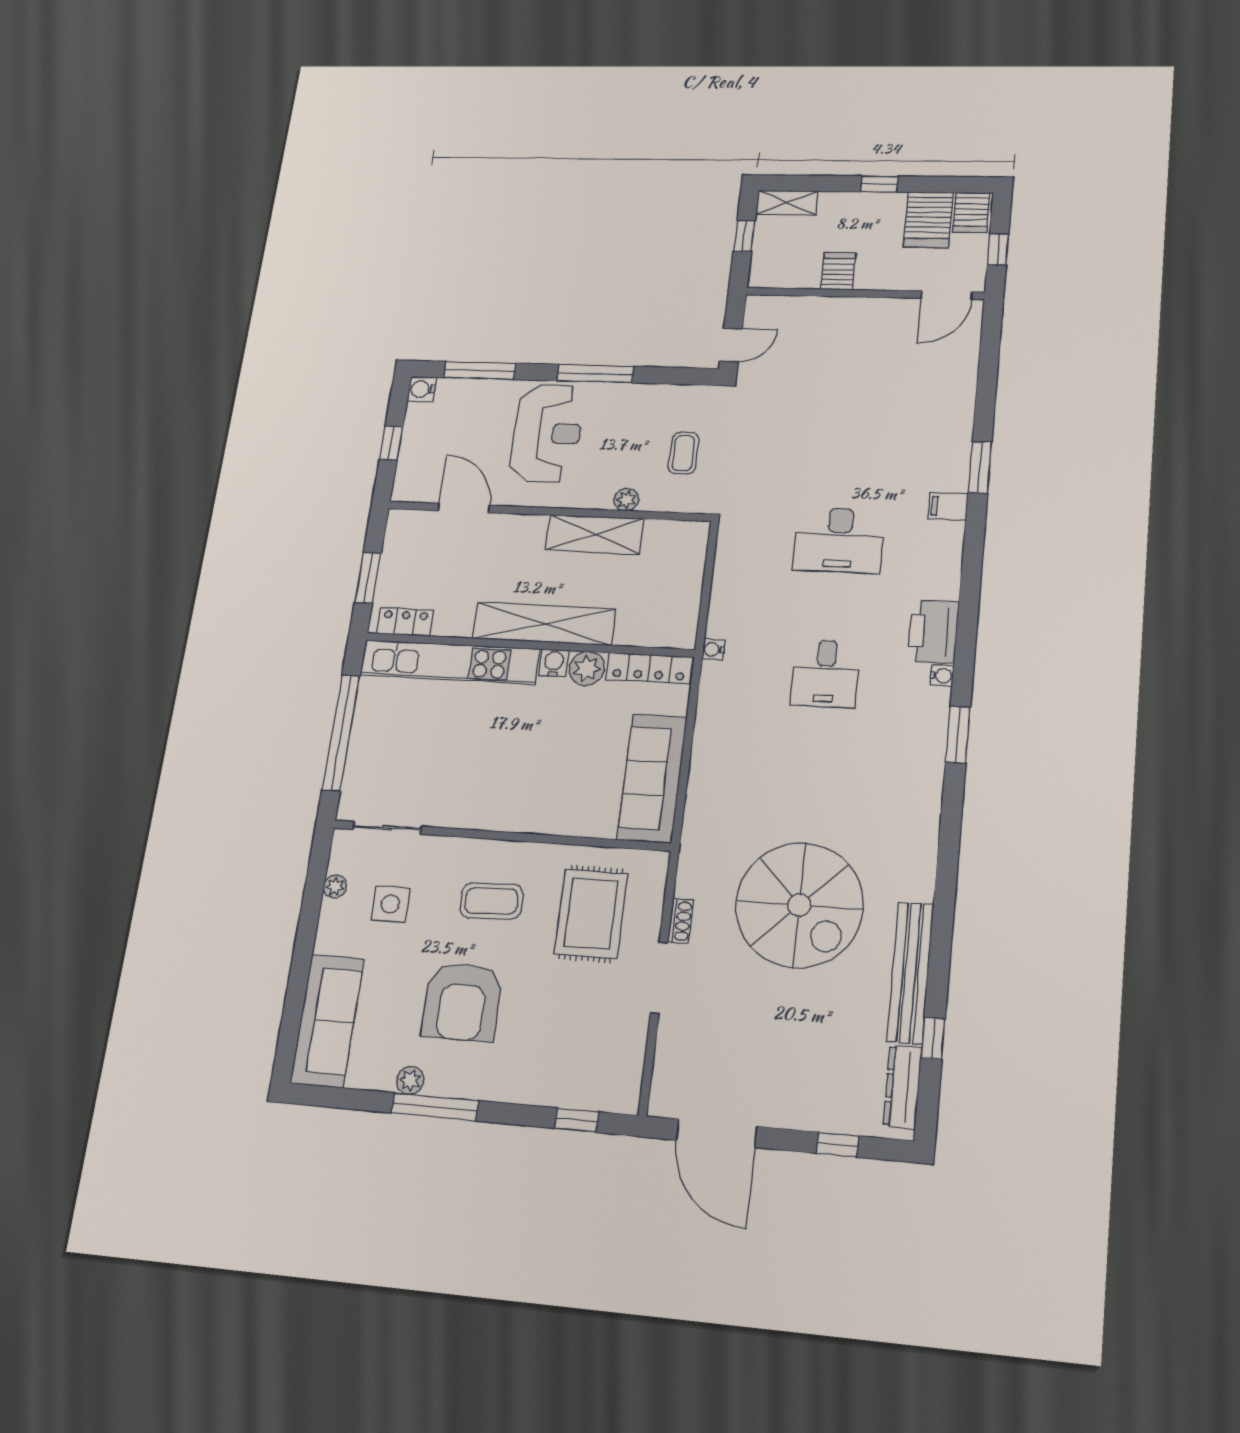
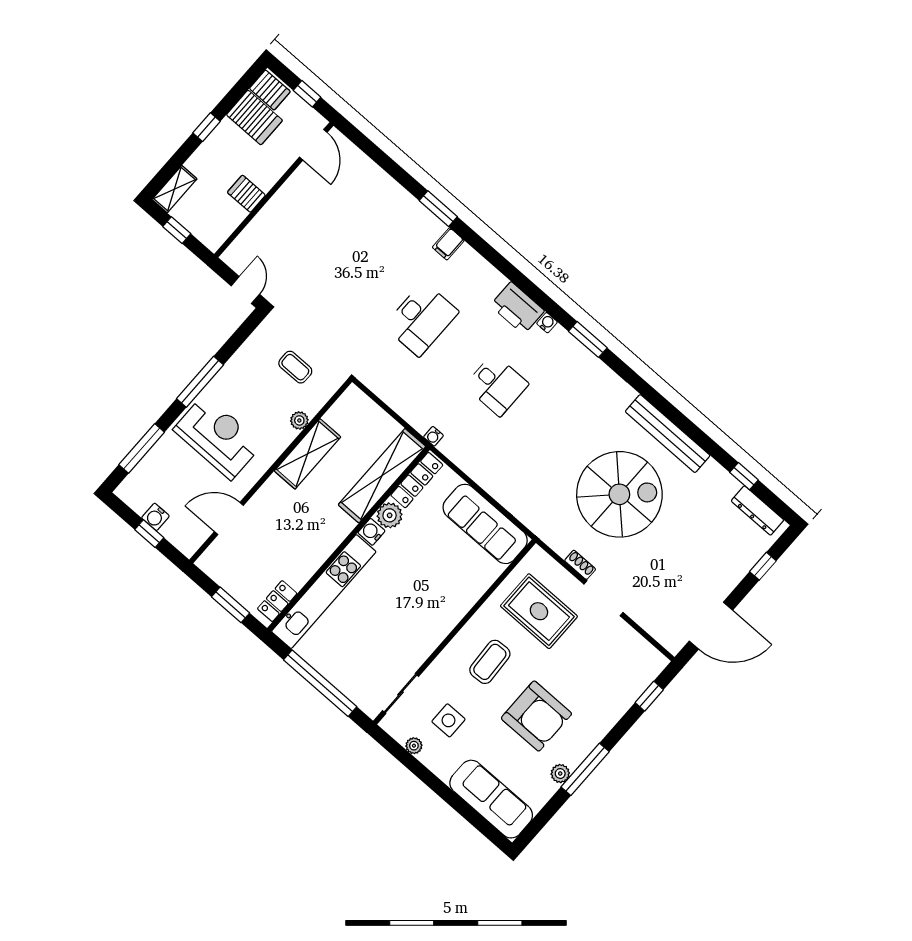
water cooler: (422, 389) -> (155, 517), moved
shelving: (544, 624) -> (382, 476), moved
bench: (910, 973) -> (668, 434), moved

